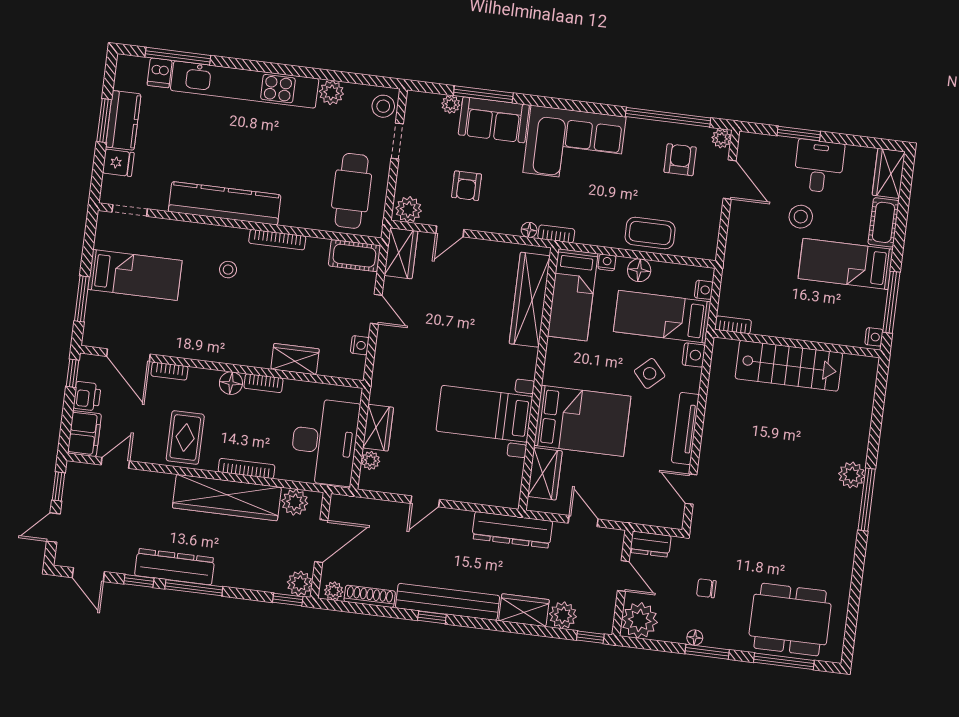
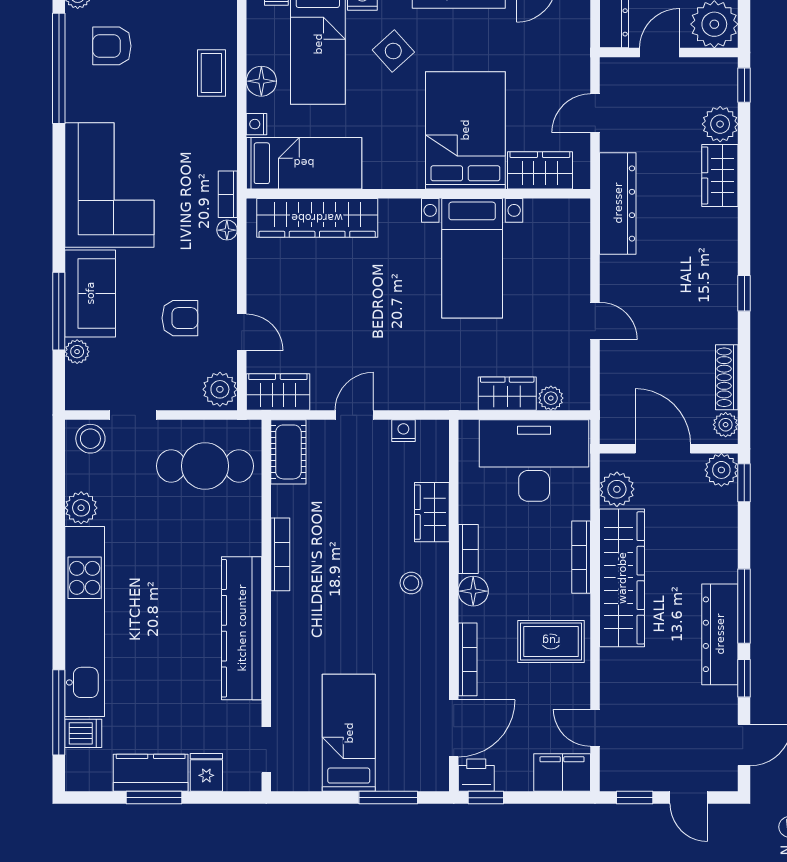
coffee table: (650, 233) -> (211, 73), width x0.73, depth x0.77
stool: (228, 270) -> (411, 583), moved
bookcase: (169, 371) -> (468, 659), width x1.56
printer: (87, 396) -> (476, 775), moved
bench: (448, 602) -> (721, 276), removed

